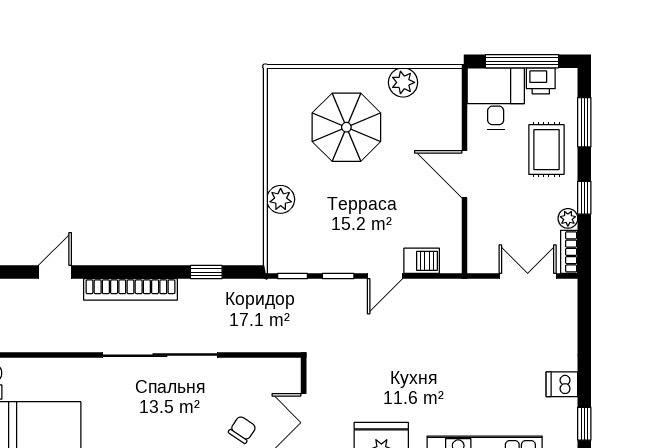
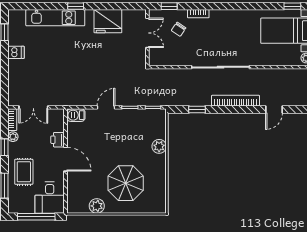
printer: (541, 81) -> (58, 140), moved, turned -90
barbecue: (422, 261) -> (76, 115), moved

